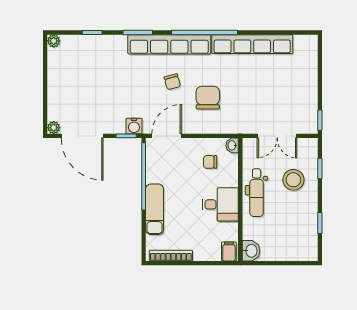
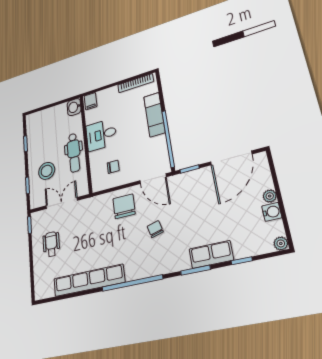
row of seats: (169, 44) -> (211, 254), moved, width x0.50
wheelchair: (294, 92) -> (51, 244), added
chair: (208, 98) -> (124, 206), moved, turned 180
water cooler: (134, 126) -> (272, 212), moved, turned 90
plant: (54, 128) -> (270, 196), moved
door: (82, 136) -> (231, 158), swing flipped
door: (167, 136) -> (153, 179), hinge flipped
washbasin: (232, 145) -> (97, 185), removed
dental chair: (257, 193) -> (74, 153), turned 180

